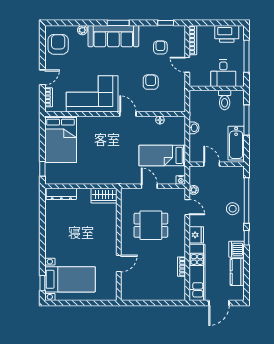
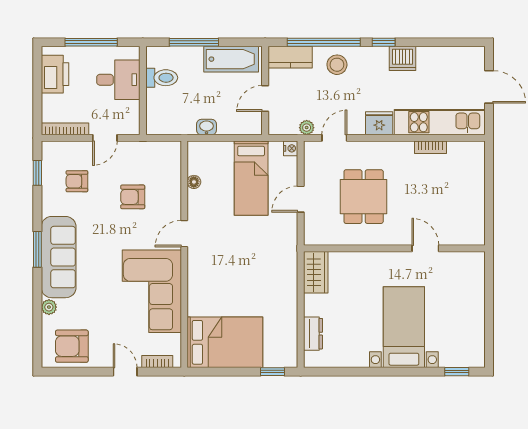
dresser: (61, 194) -> (313, 334), width x0.70
kitchen counter: (237, 272) -> (290, 57), moved
bed with nightstands: (70, 279) -> (404, 327), moved

